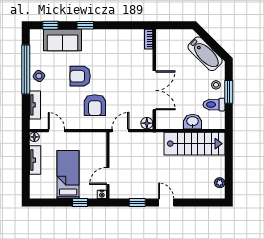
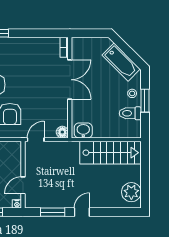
double door: (154, 90) -> (70, 80), moved
washbasin: (193, 122) -> (83, 130), moved
plant: (220, 183) -> (131, 192), width x1.87, depth x1.87
window: (137, 202) -> (53, 212), width x1.50
door: (166, 202) -> (82, 212), hinge flipped

